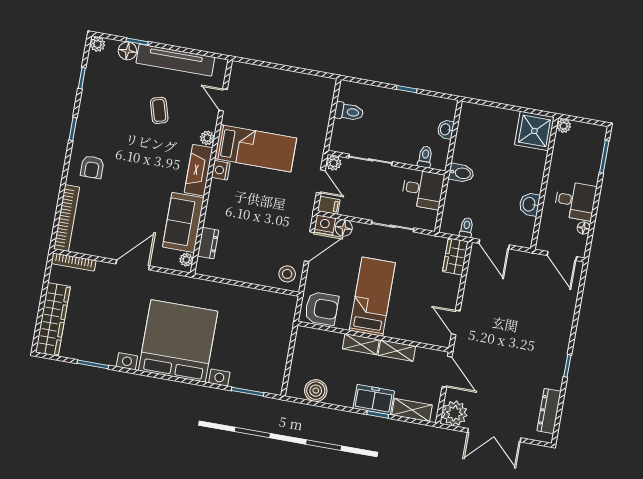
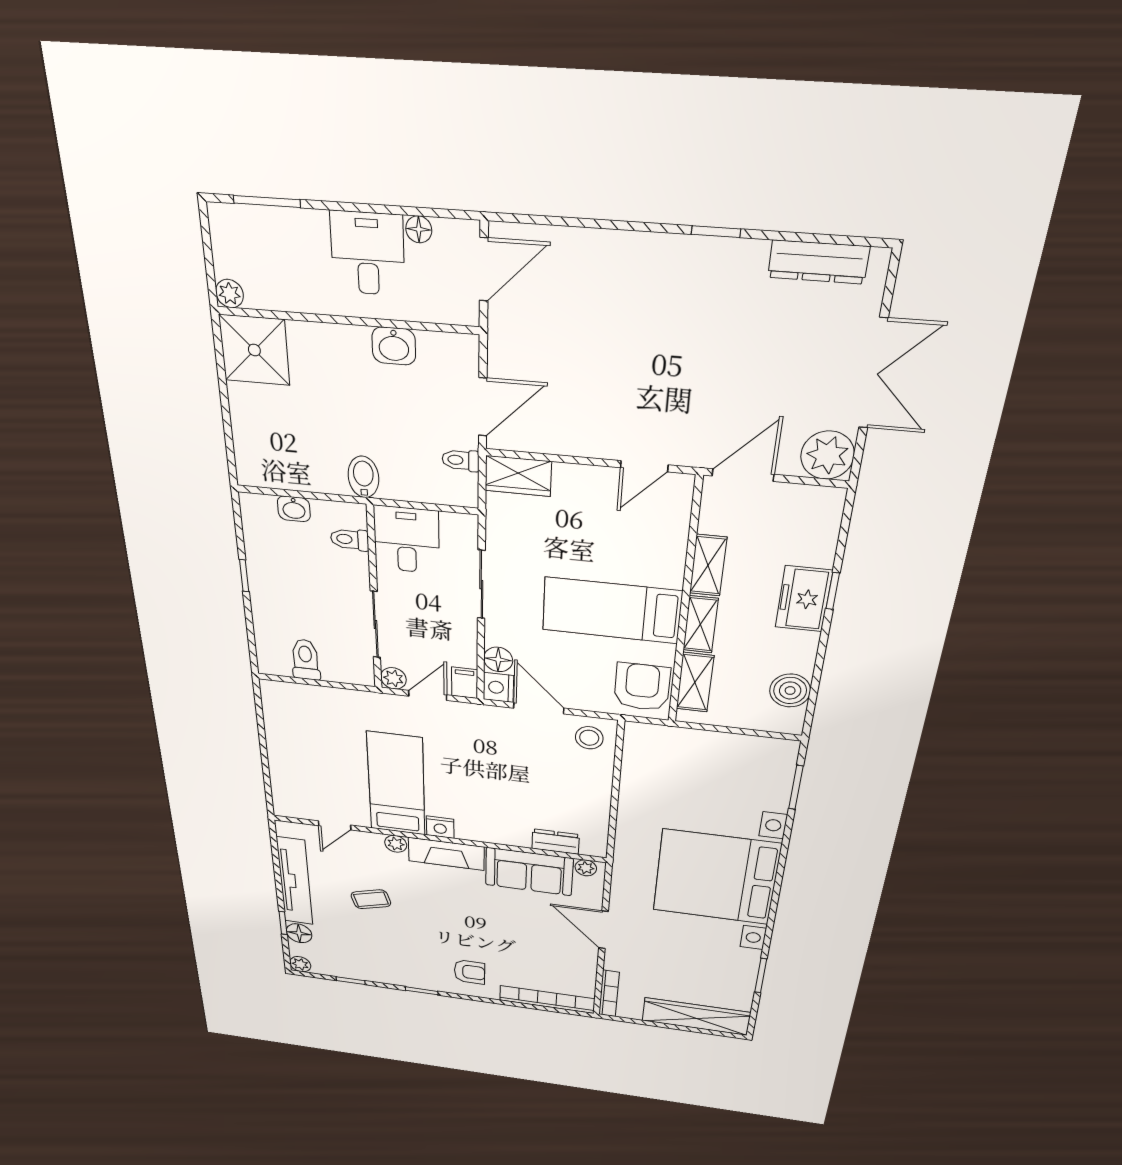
shelving: (412, 410) -> (695, 682), moved

